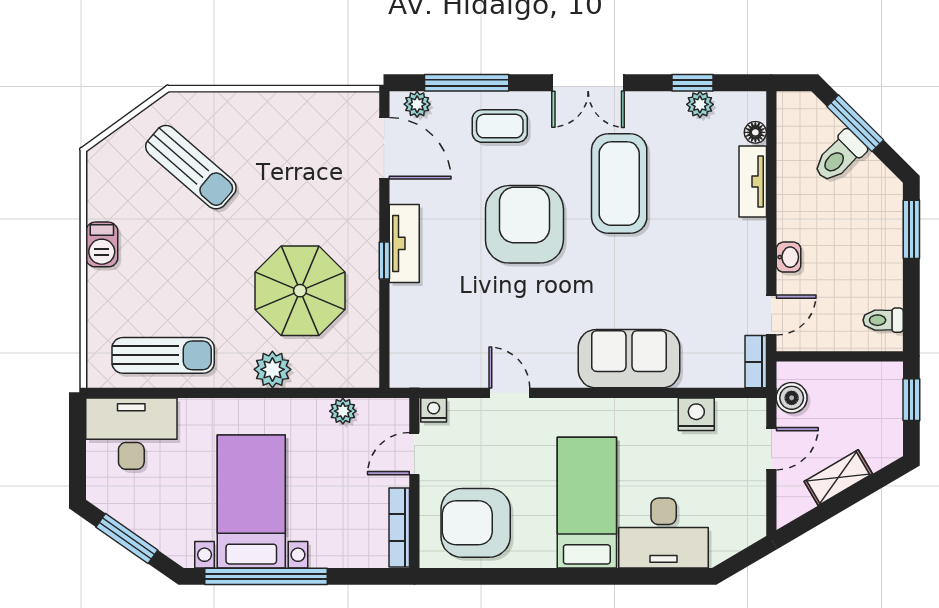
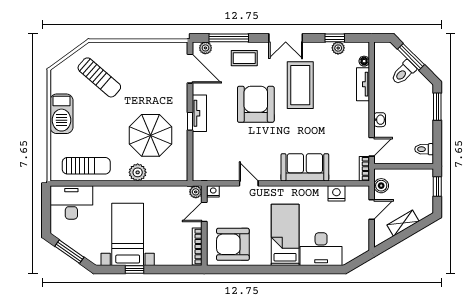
barbecue: (102, 244) -> (61, 114), width x1.88, depth x1.53
plant: (343, 411) -> (196, 192), moved
window: (266, 576) -> (135, 269), width x0.32

